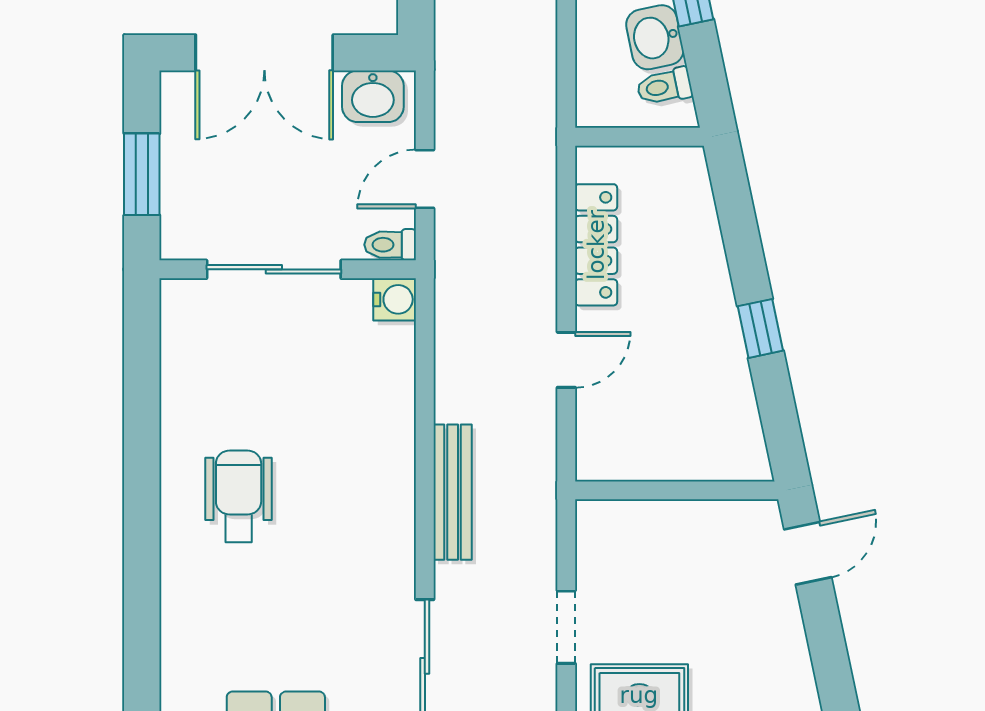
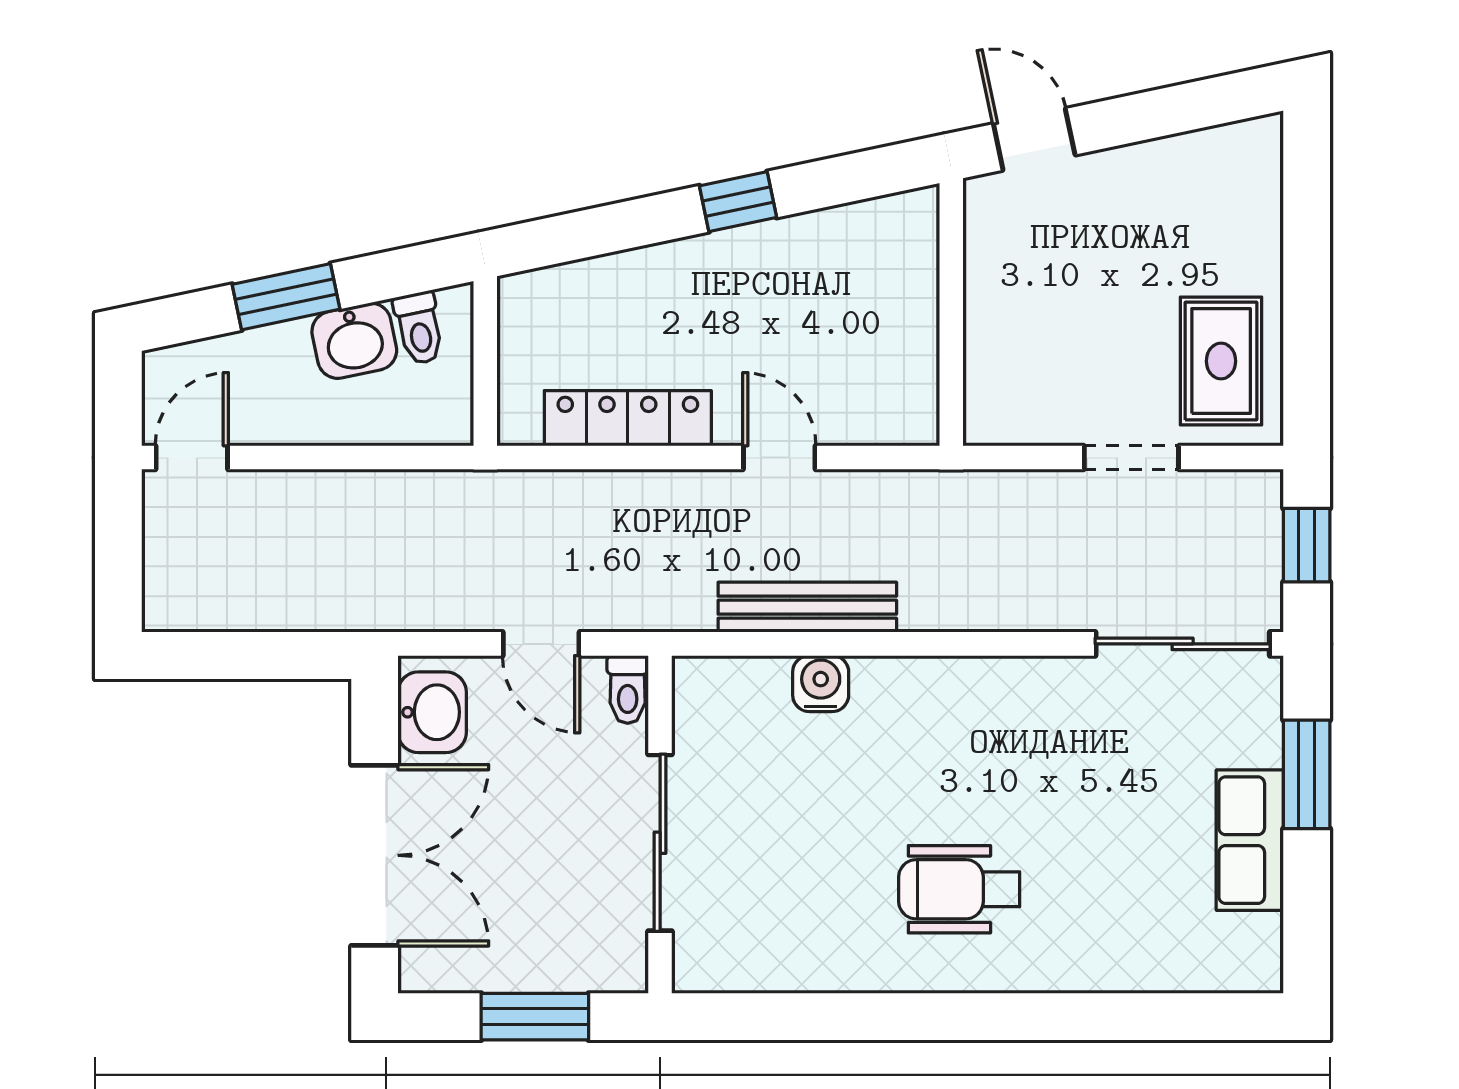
water cooler: (395, 299) -> (821, 684), moved
bench: (453, 492) -> (807, 607), moved

